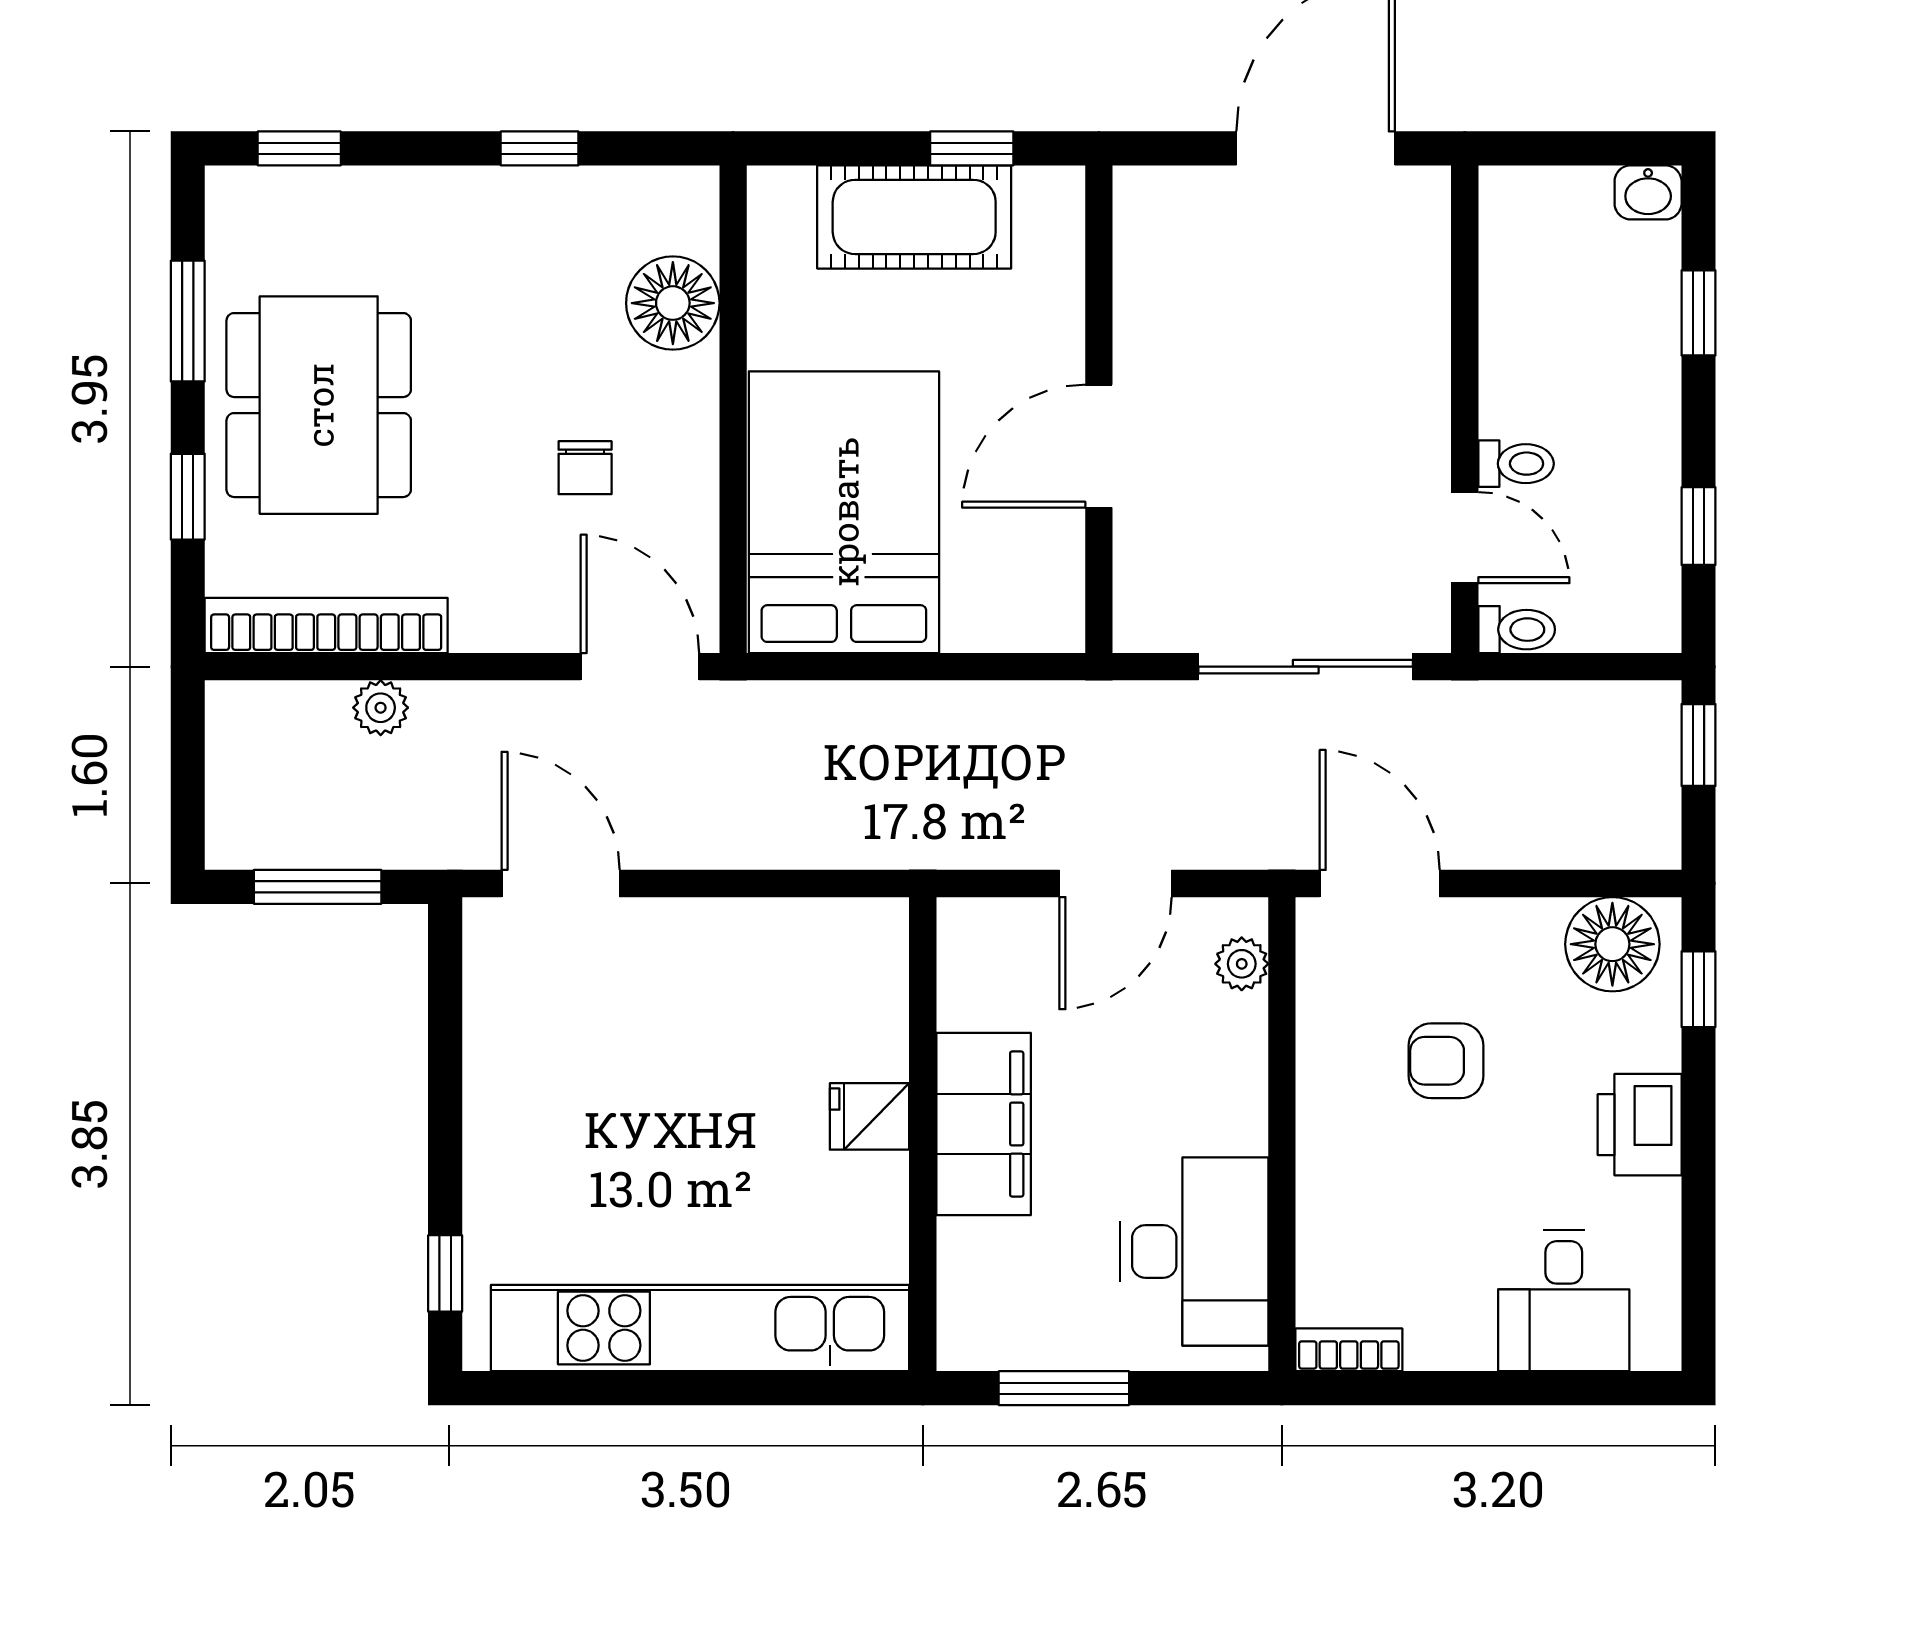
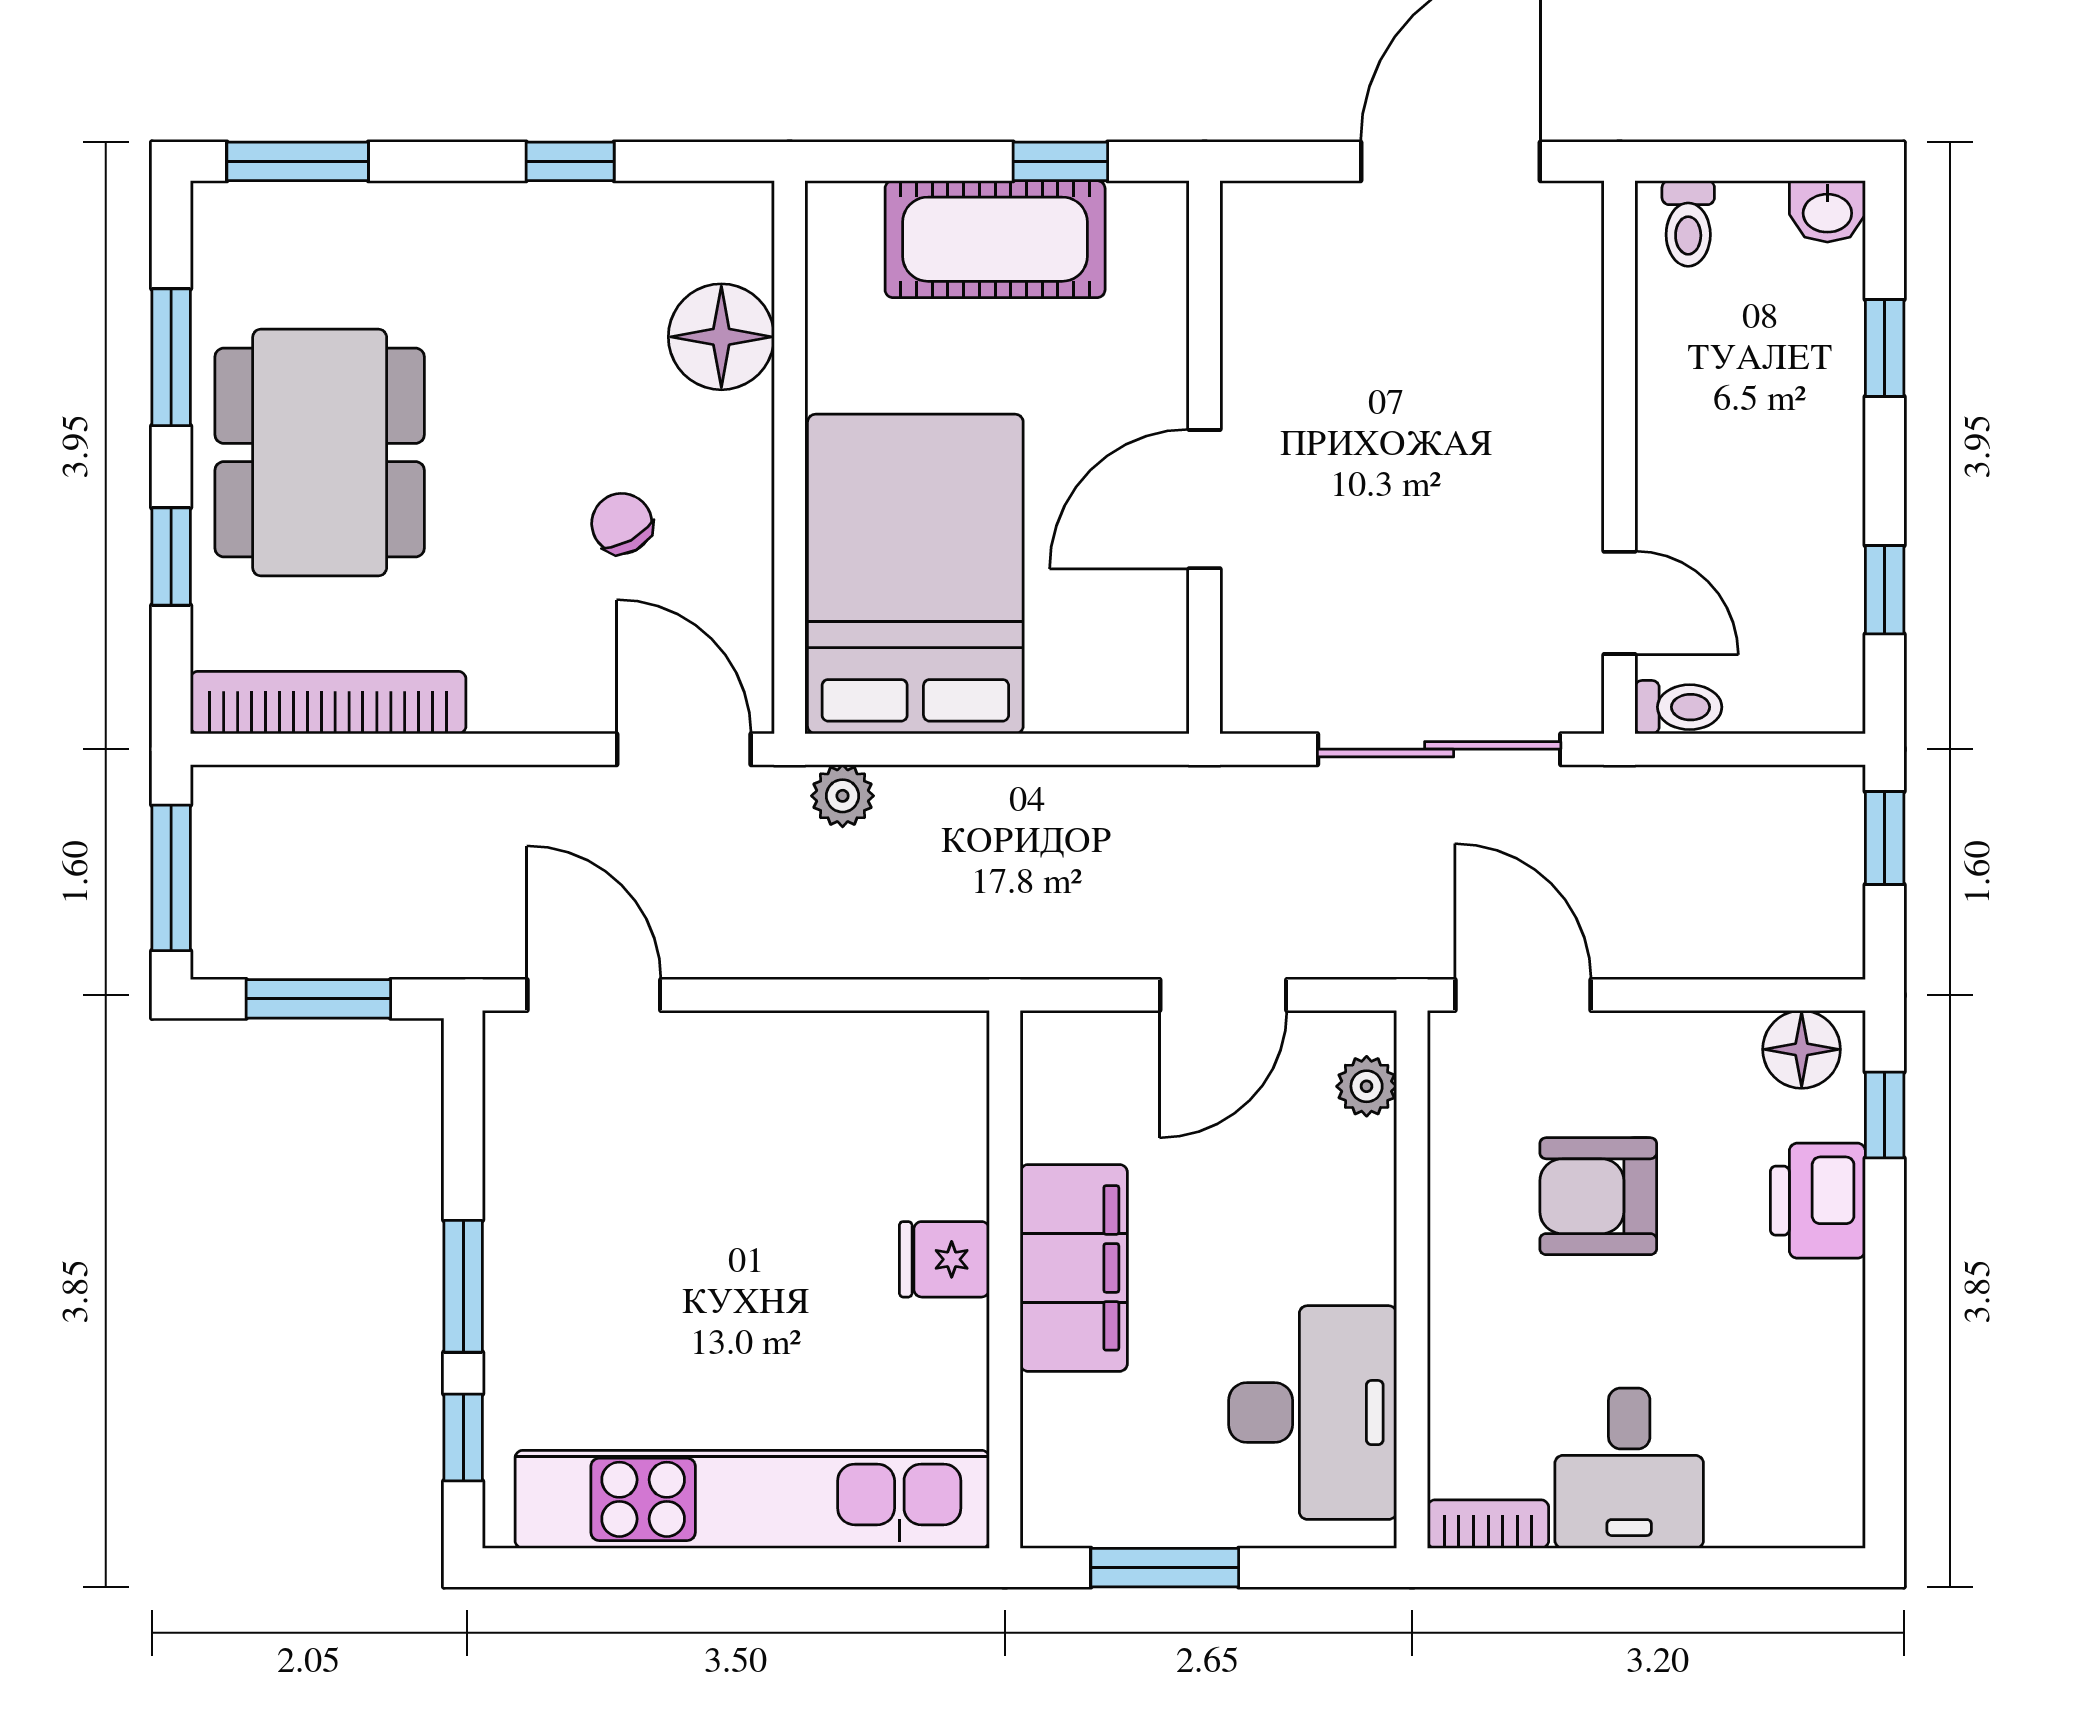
window: (299, 148) -> (298, 161), width x1.50
toilet: (1516, 464) -> (1688, 223), moved, turned 90
chair: (585, 468) -> (622, 524), turned 151
plant: (381, 708) -> (843, 796), moved
window: (188, 780) -> (171, 878), added
floor lamp: (1612, 944) -> (1802, 1049), width x0.73, depth x0.73
armchair: (1446, 1061) -> (1598, 1196), width x1.38, depth x1.38
printer: (1640, 1125) -> (1818, 1201), moved
window: (445, 1140) -> (463, 1286), added
desk: (1564, 1301) -> (1629, 1468), moved

